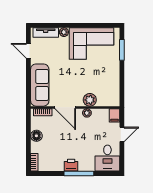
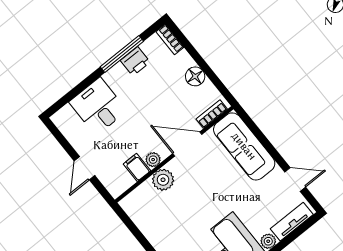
filing cabinet: (115, 115) -> (137, 167), moved
desk: (107, 158) -> (98, 106), moved
printer: (71, 165) -> (135, 61), moved
window: (79, 173) -> (122, 54), moved

